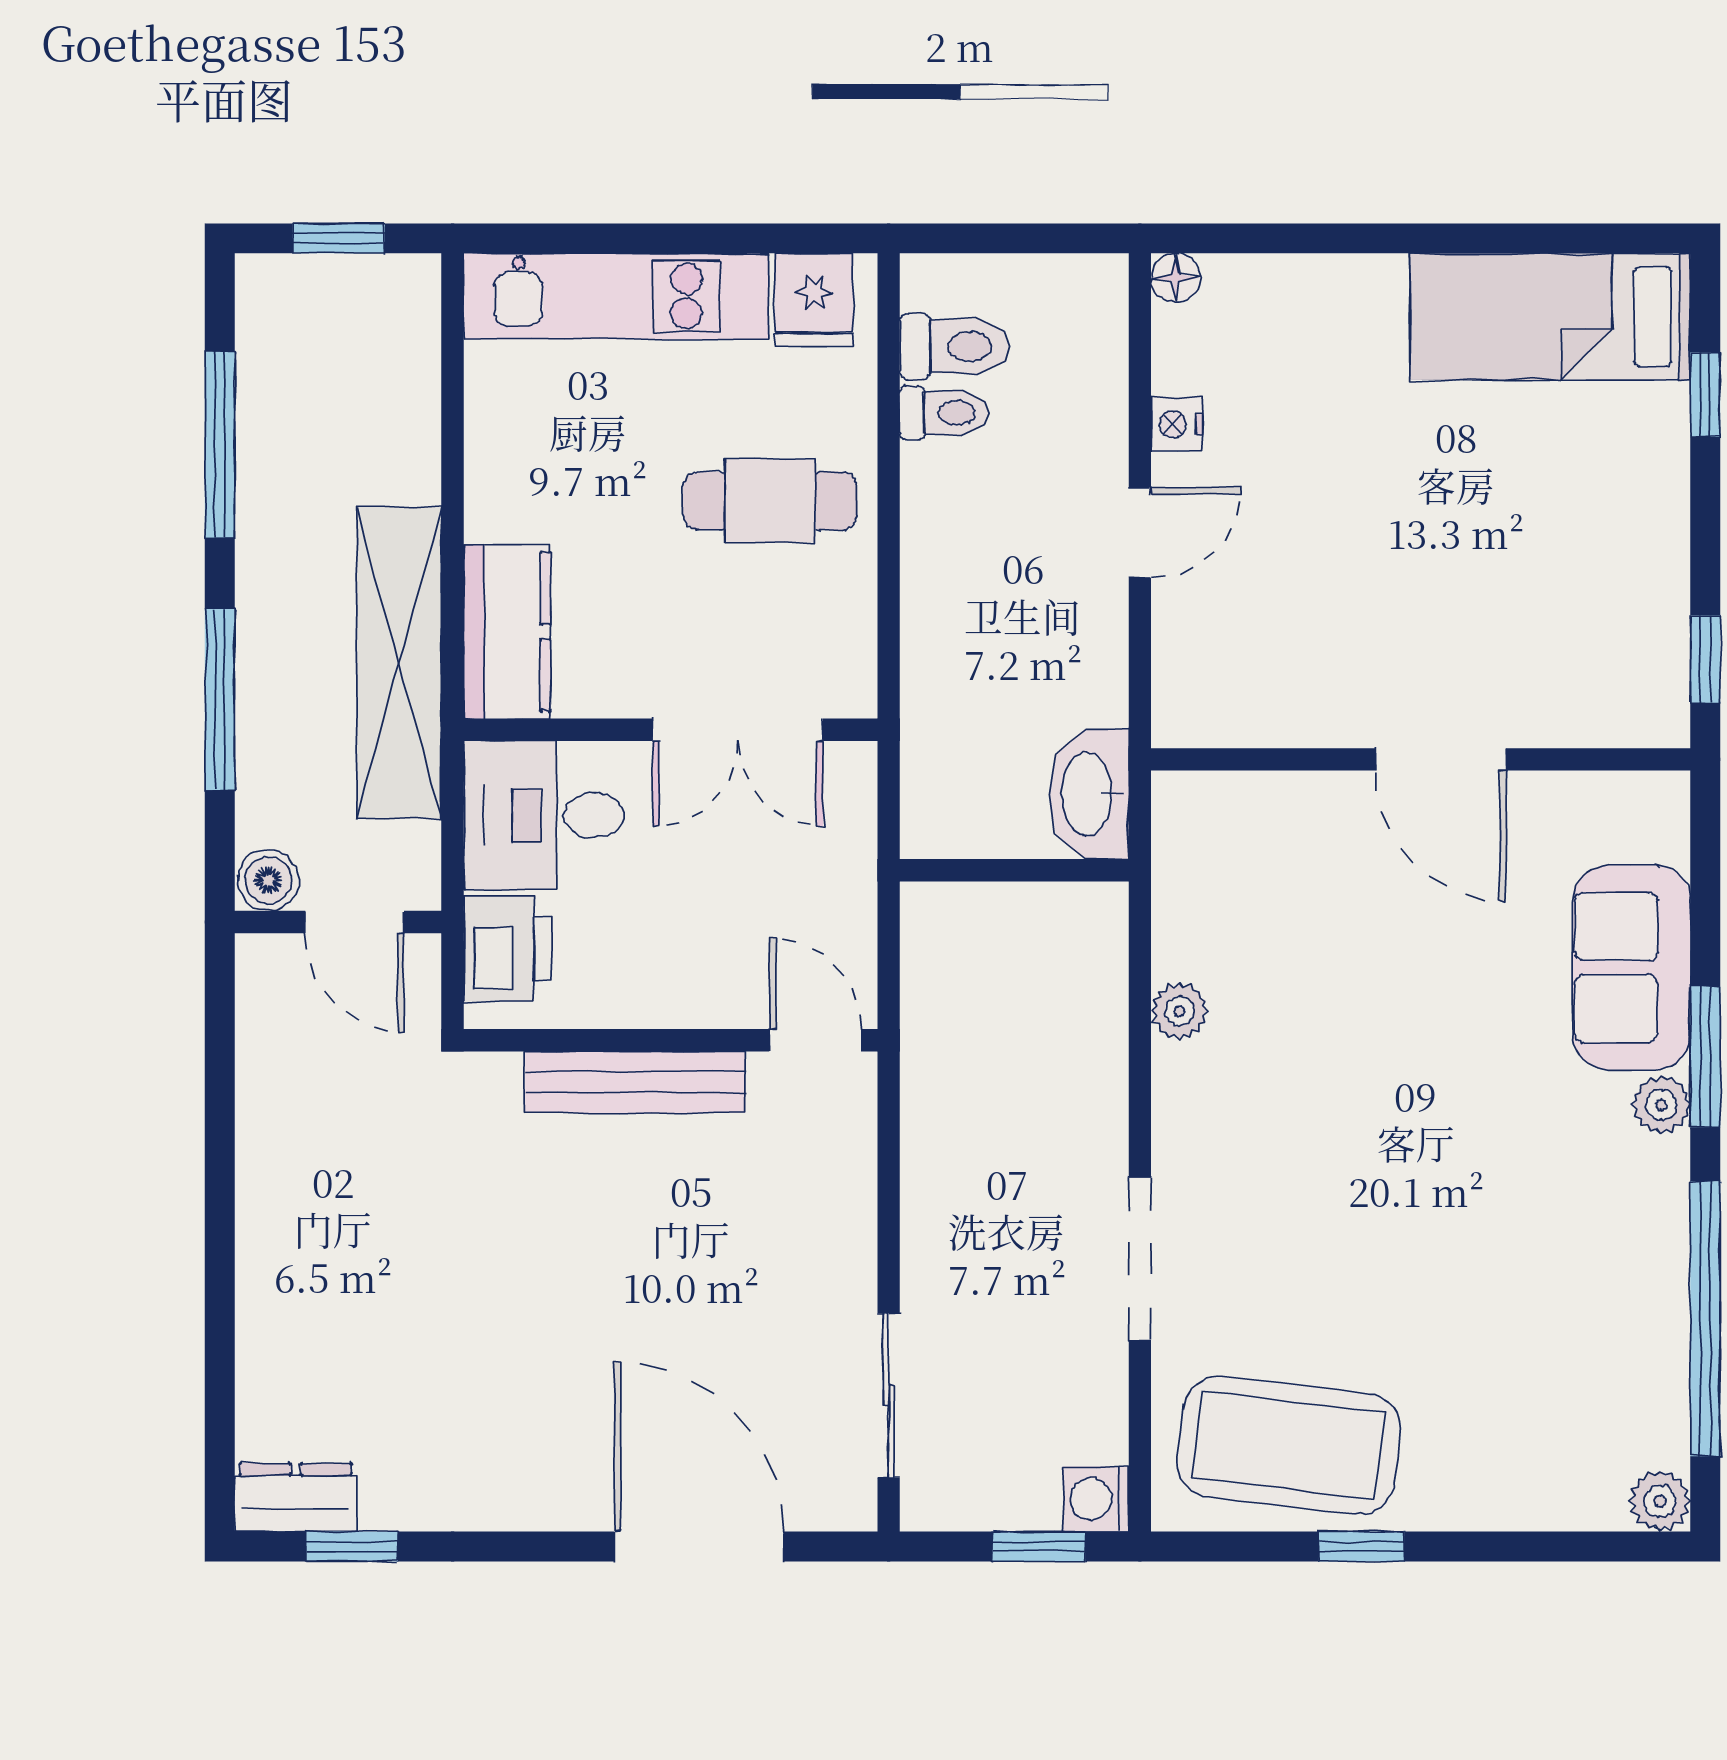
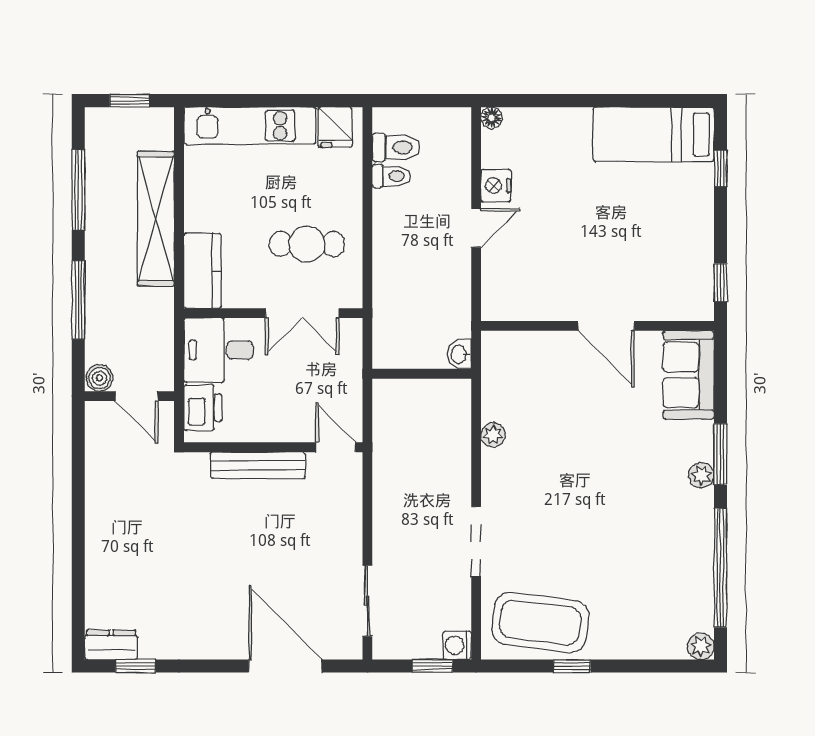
nightstand: (1177, 424) -> (496, 186), width x1.39, depth x1.35
cafe table: (770, 501) -> (307, 244), moved
shelving: (399, 663) -> (156, 219), moved
washbasin: (1089, 794) -> (459, 354), width x0.52, depth x0.69
sofa: (1631, 967) -> (689, 375), moved

